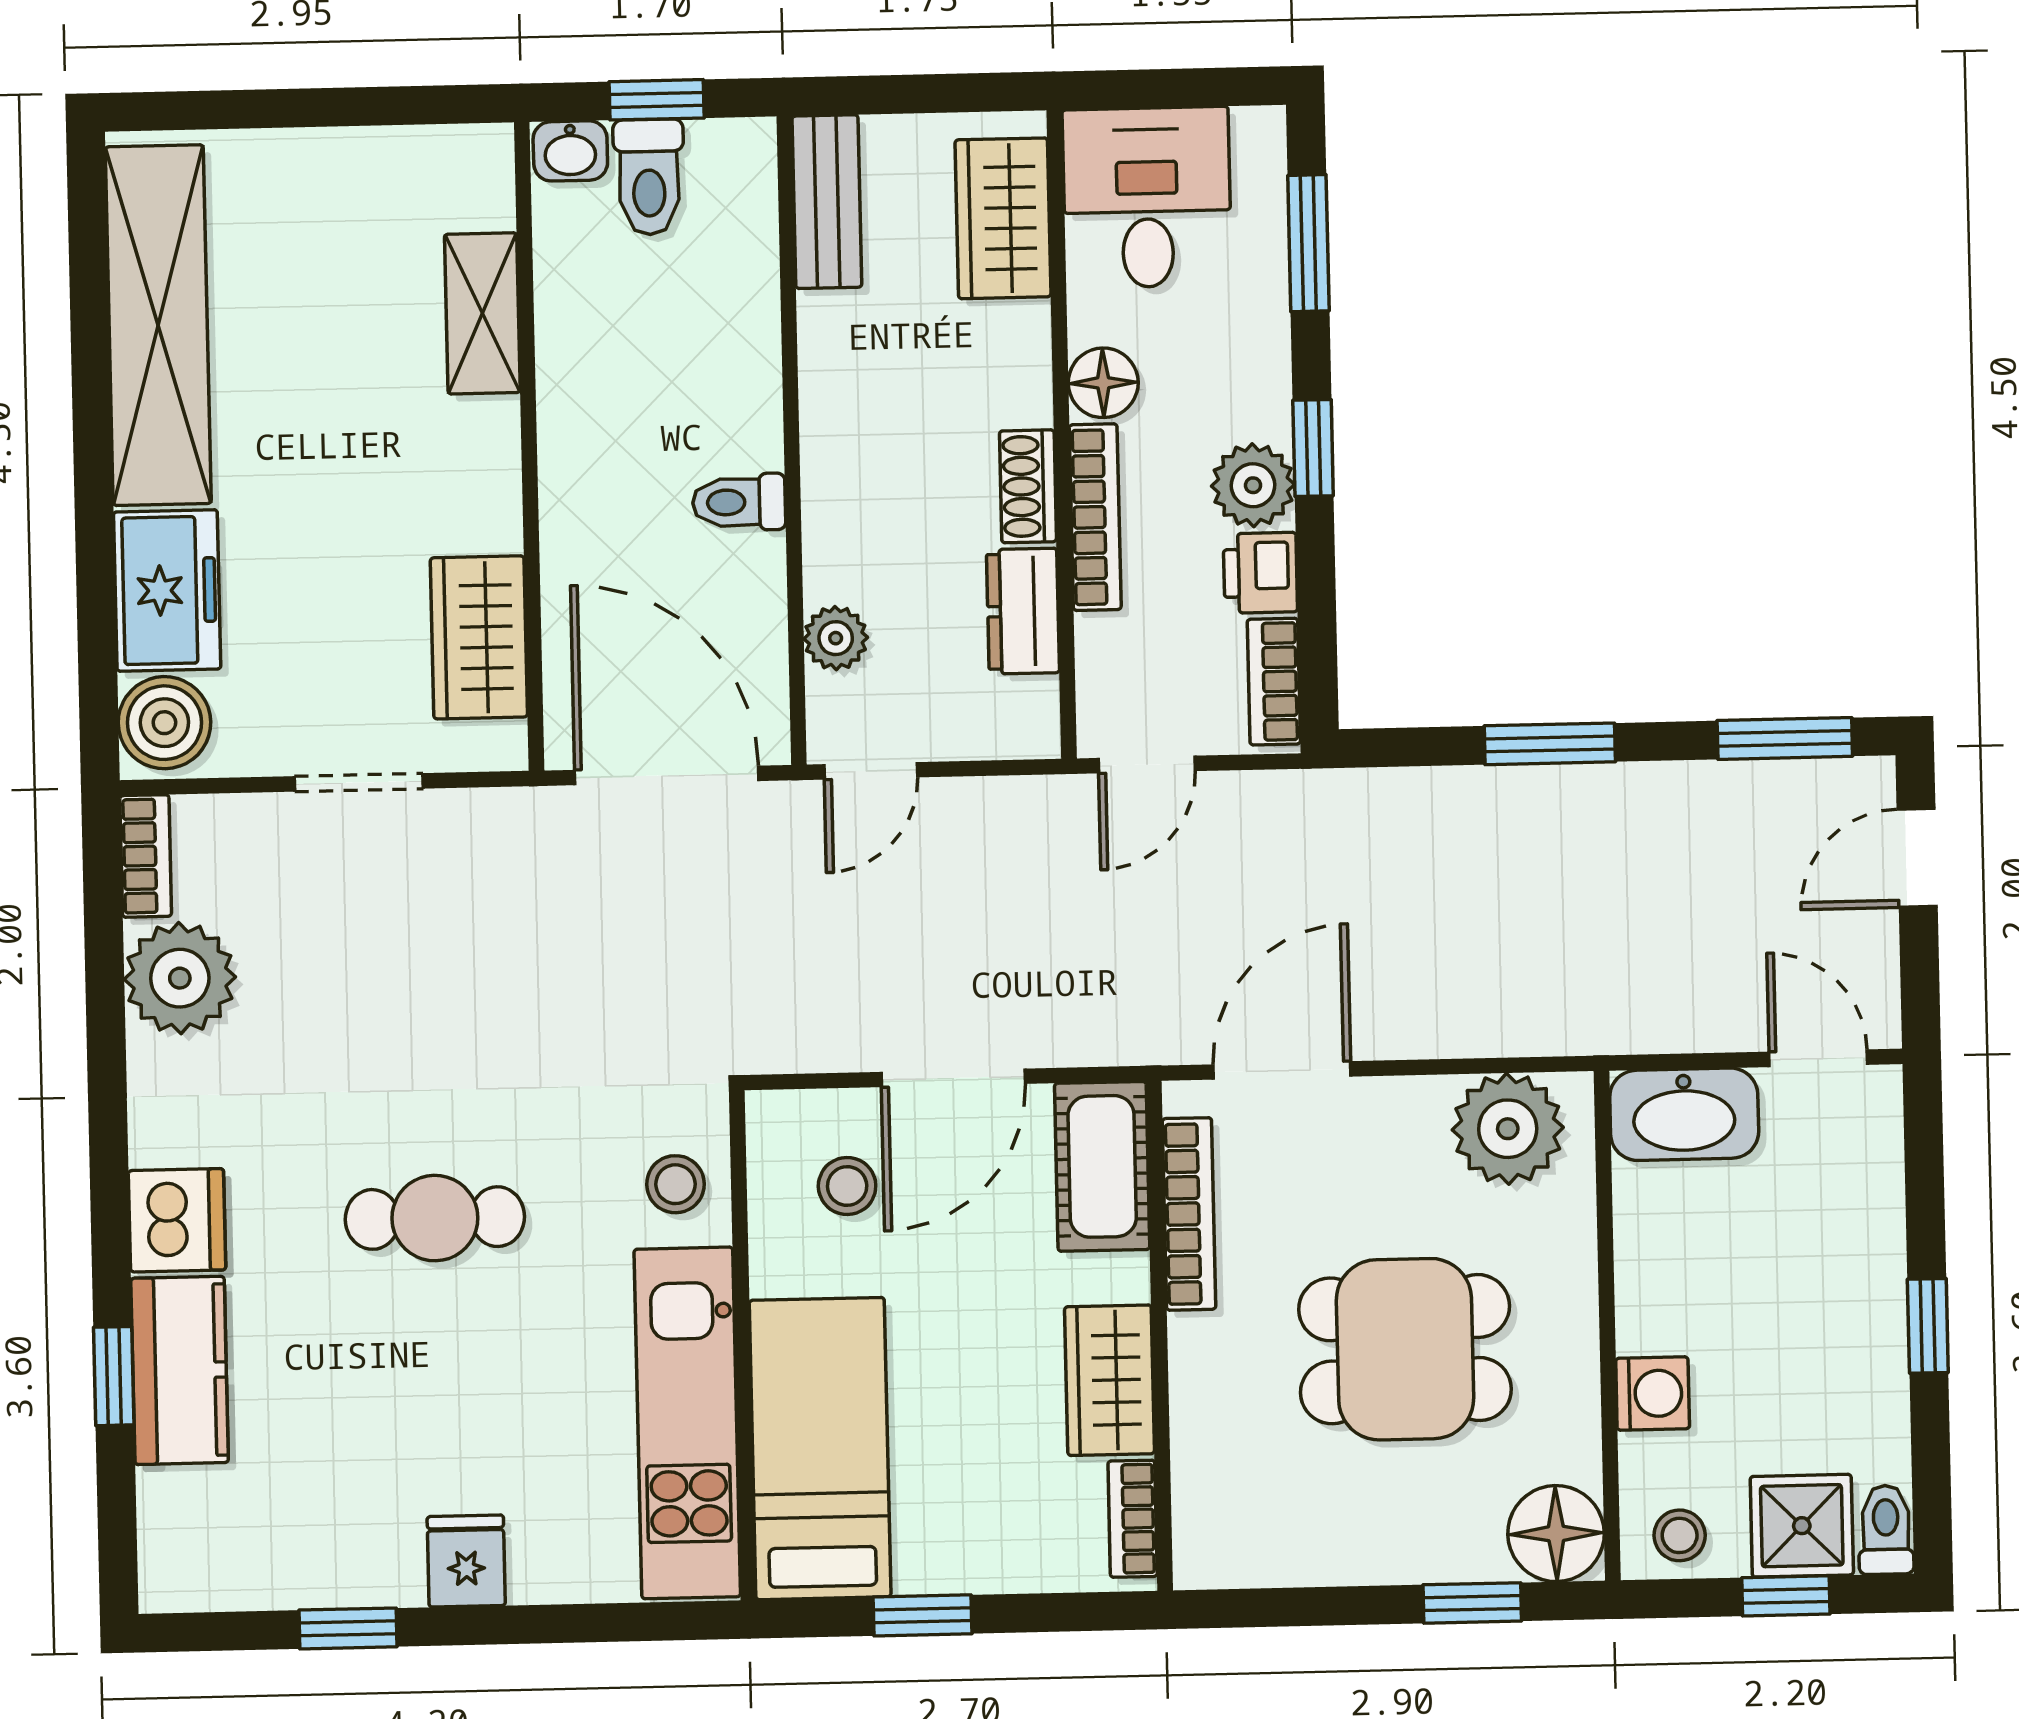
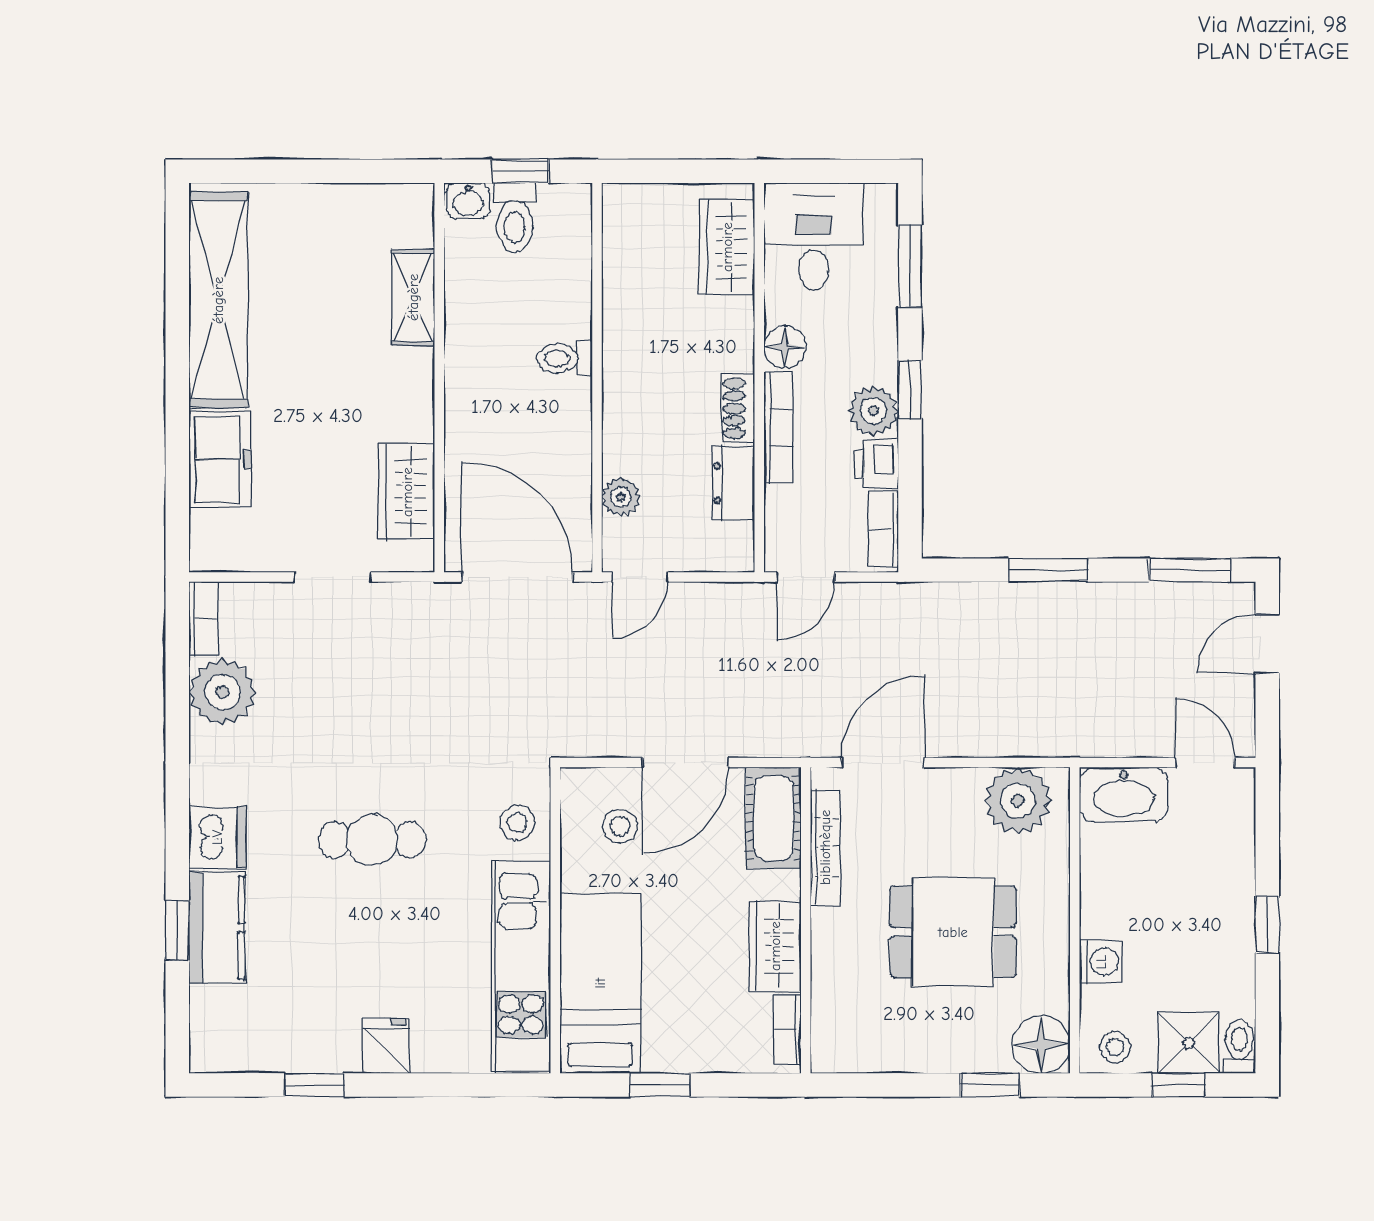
bench: (827, 202) -> (621, 235), removed
toilet: (739, 502) -> (565, 358), moved
boiler: (164, 723) -> (217, 539), removed

